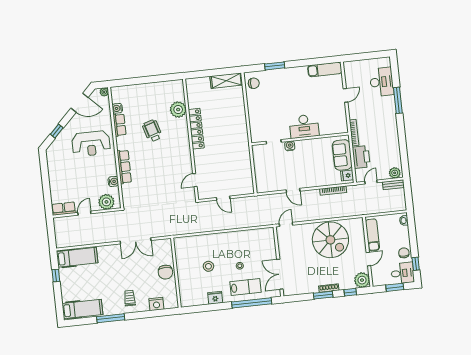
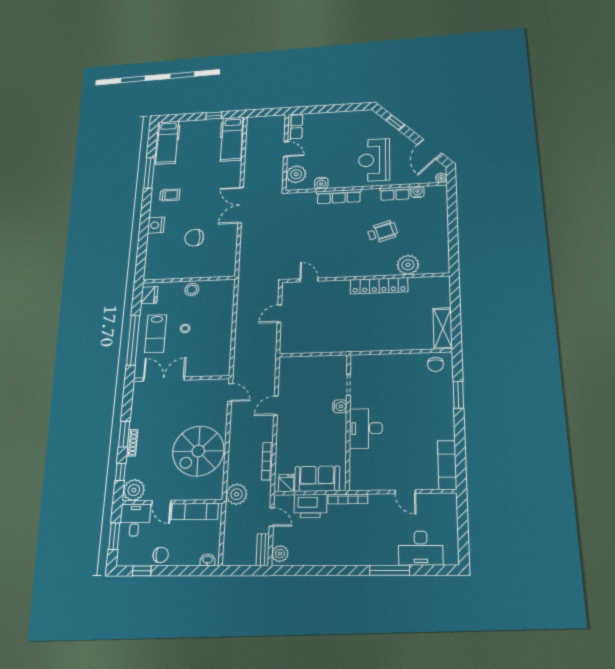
plant: (358, 208) -> (236, 494), added
wall: (176, 273) -> (189, 280), moved
desk: (402, 273) -> (135, 520), moved, turned 180

